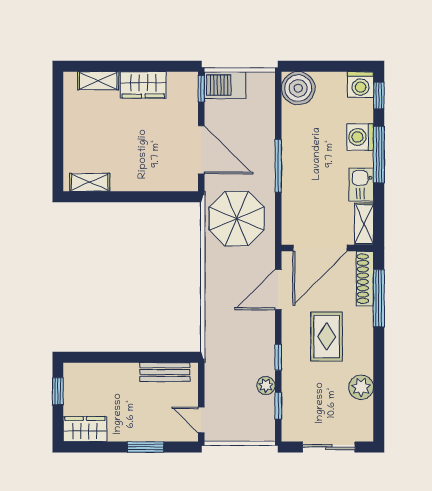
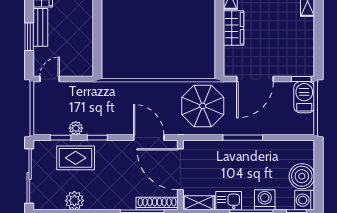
wardrobe: (143, 85) -> (234, 28), moved, turned 180
boiler: (298, 88) -> (302, 176), moved
rug: (327, 337) -> (76, 158), moved
bench: (165, 372) -> (40, 27), moved
sliding door: (329, 447) -> (29, 176), width x1.37

